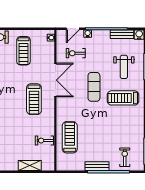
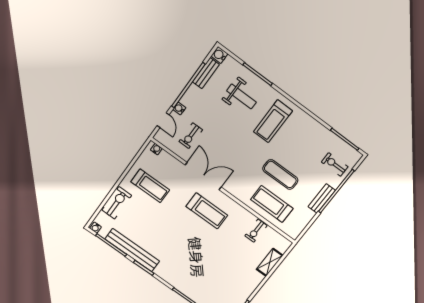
exercise mat: (94, 87) -> (280, 174), moved

